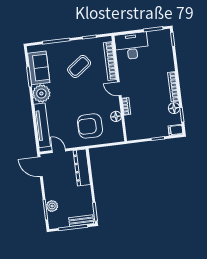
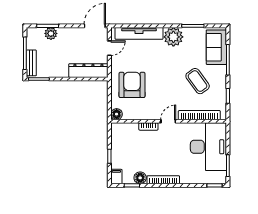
desk: (132, 46) -> (208, 147), width x1.36, depth x1.30
sofa: (39, 68) -> (216, 47), moved, turned 90
floor lamp: (116, 116) -> (117, 114), moved

